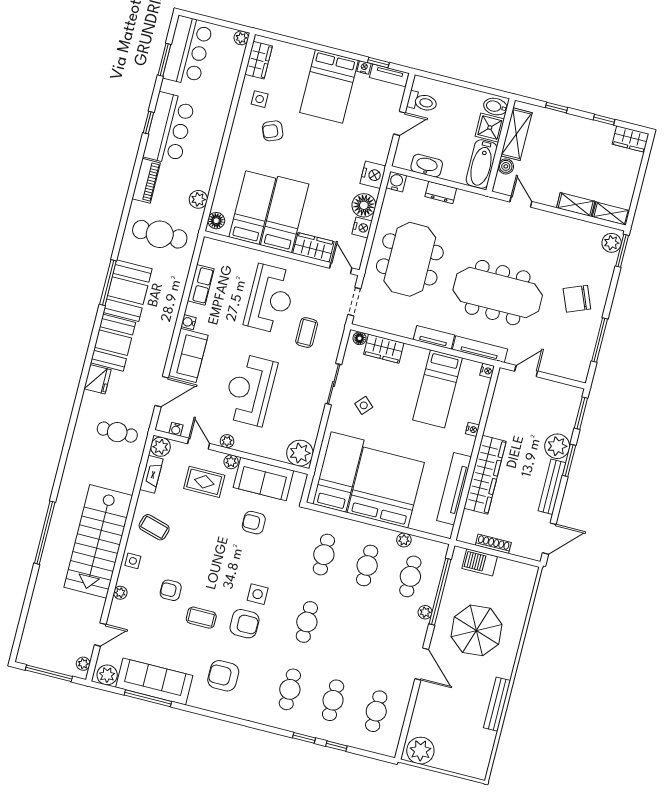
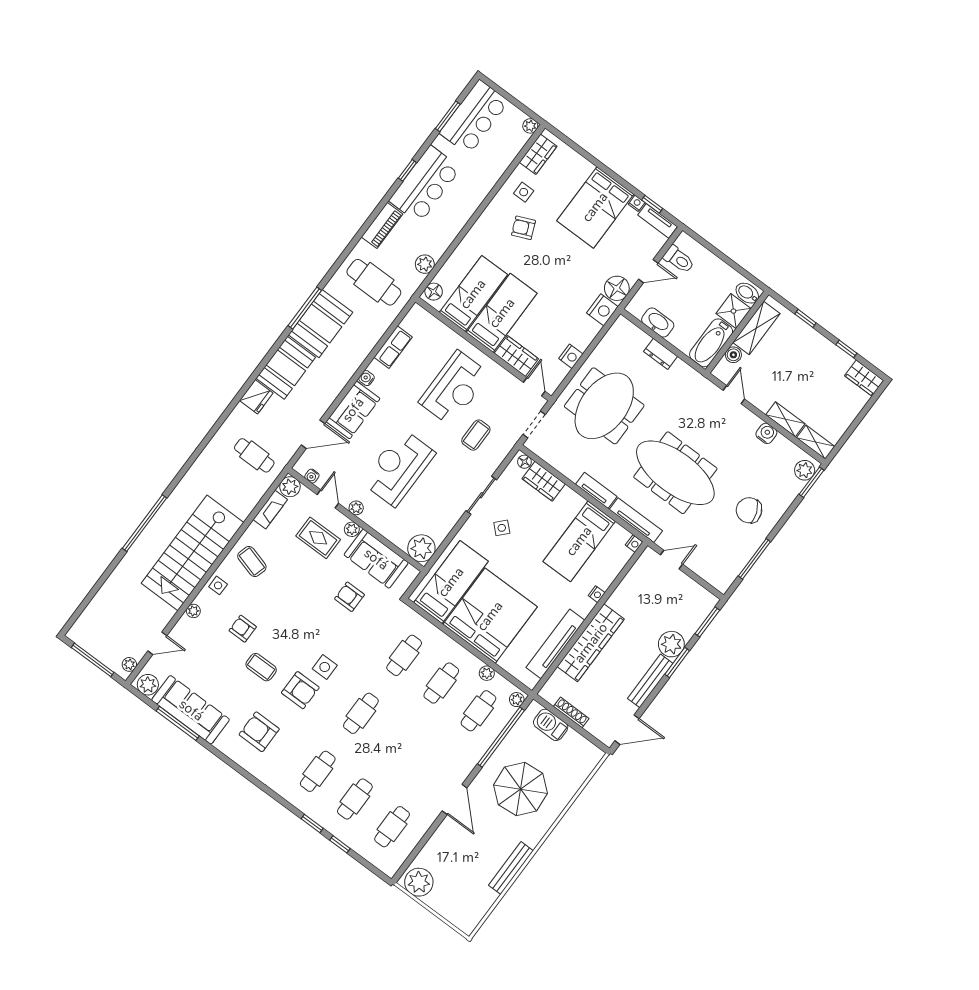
water cooler: (396, 182) -> (766, 433), moved
floor lamp: (364, 205) -> (617, 288), moved
plant: (425, 612) -> (517, 700), moved

